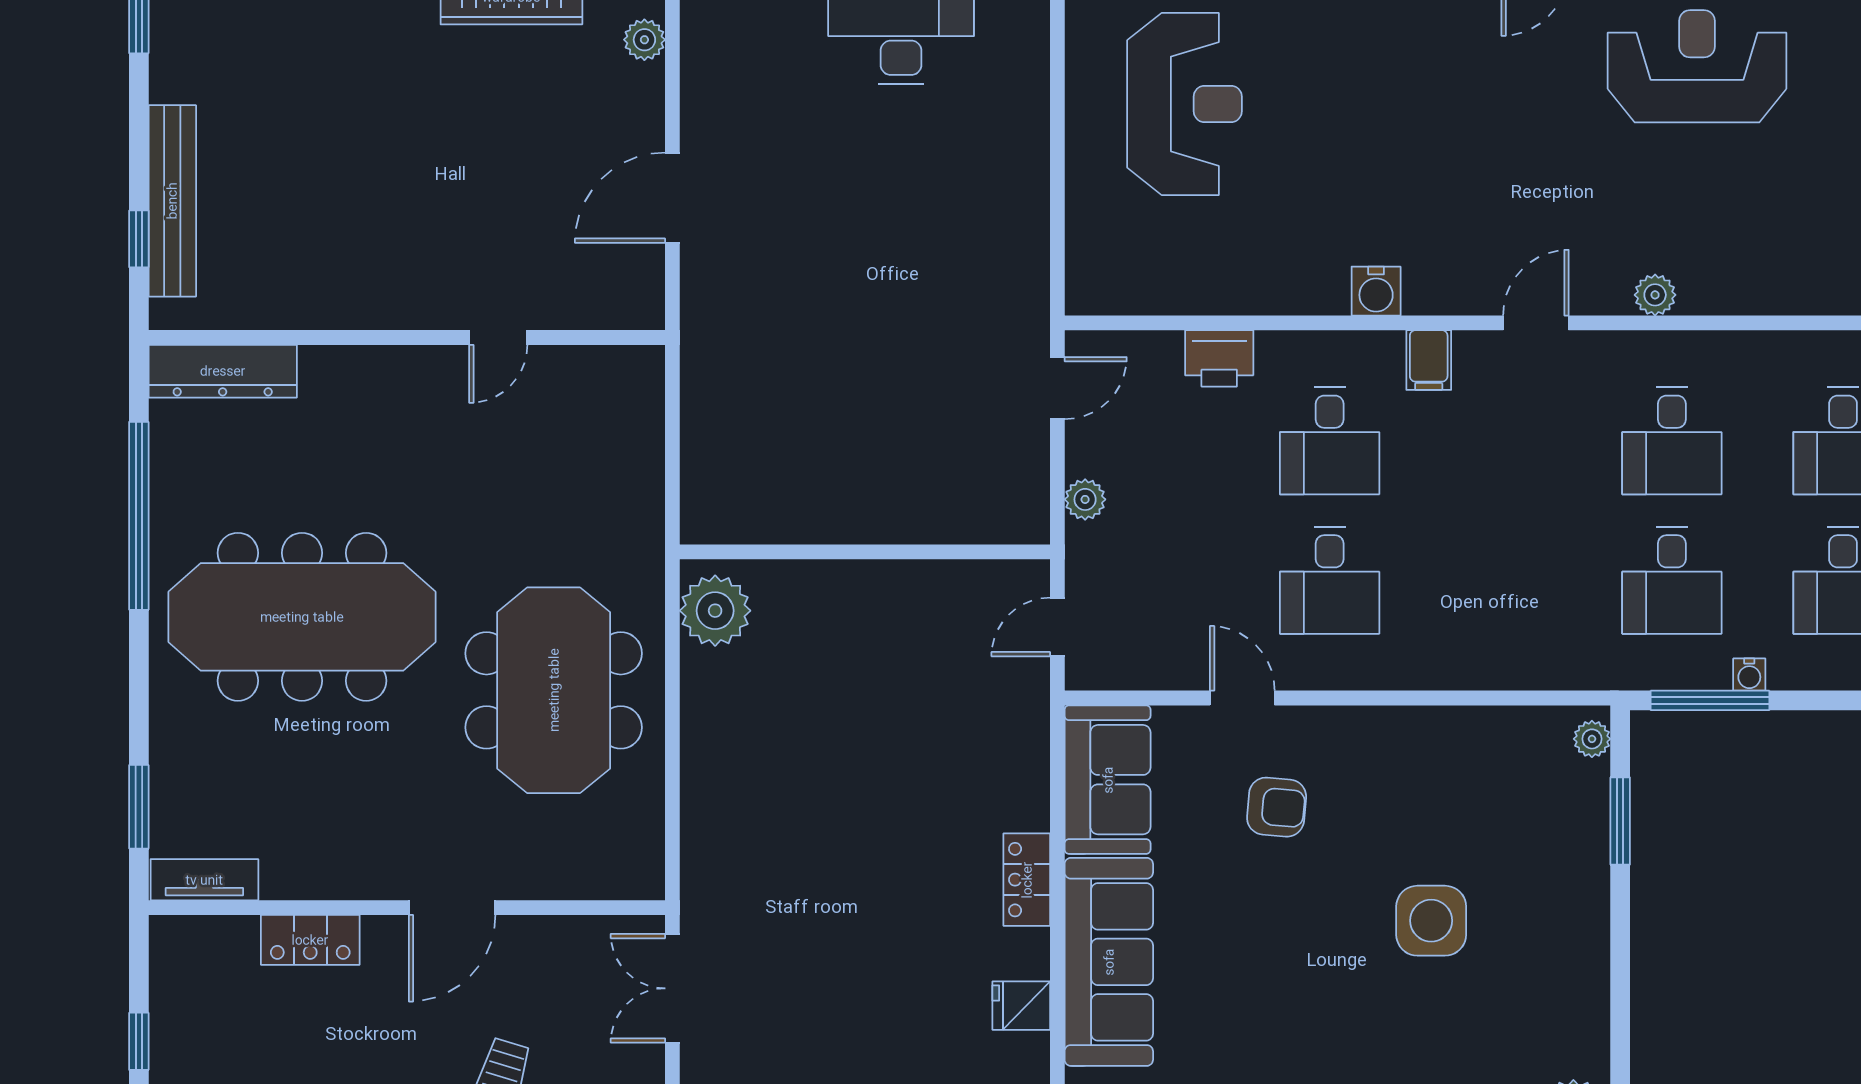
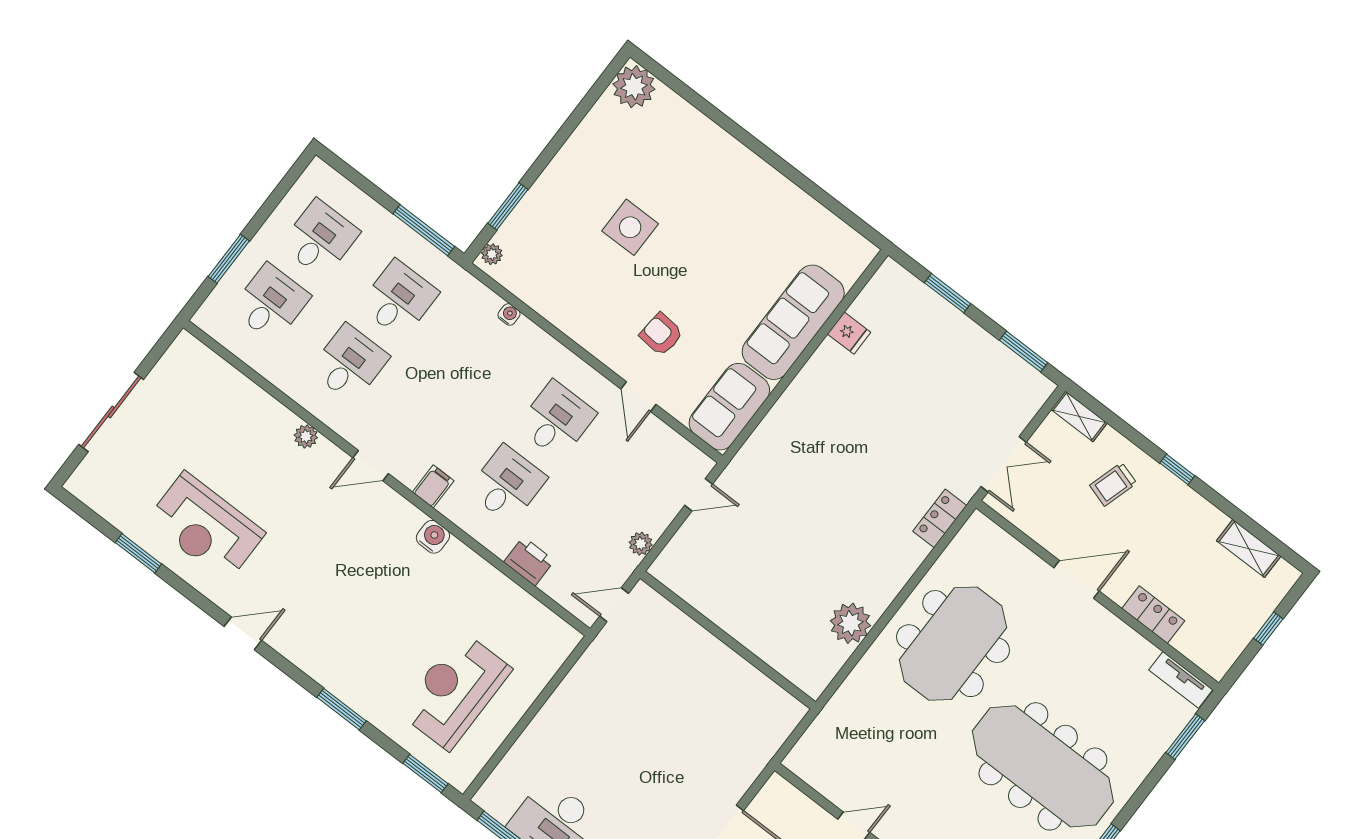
wall: (865, 552) -> (728, 640), moved
water cooler: (1749, 675) -> (509, 314), moved
locker: (1027, 880) -> (940, 518), moved, turned 180

